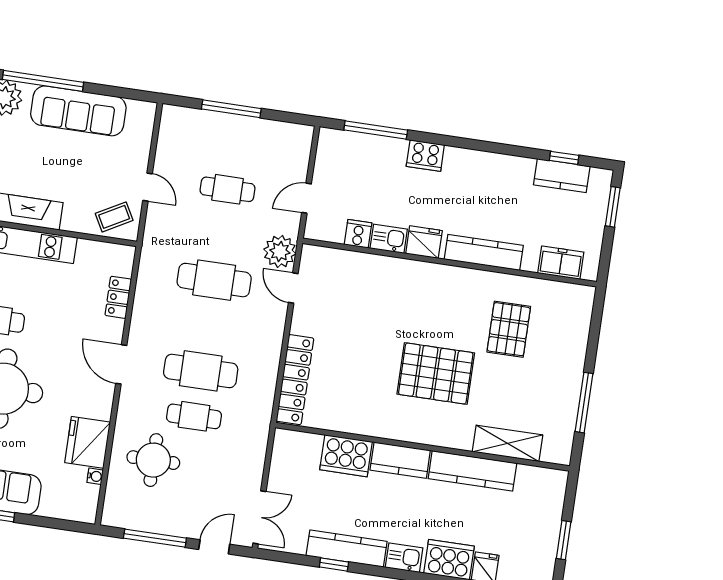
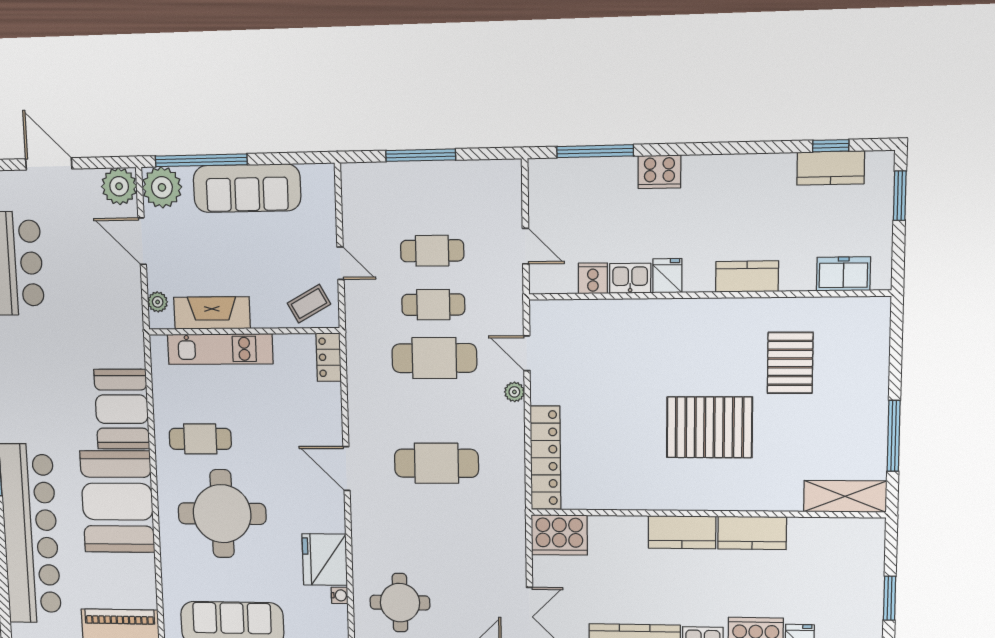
door: (307, 198) -> (526, 246), swing flipped
fridge: (424, 242) -> (667, 276), width x0.72
plant: (280, 251) -> (514, 392), moved, width x0.53, depth x0.53
kitchen counter: (484, 252) -> (747, 276), width x0.67
locker: (118, 297) -> (329, 357), moved
cafe table: (194, 416) -> (433, 305), moved
shelving: (507, 443) -> (845, 496), moved
cooker: (346, 456) -> (559, 535), moved
round table: (153, 460) -> (400, 603), moved
kitchen counter: (472, 471) -> (752, 533), width x0.67

